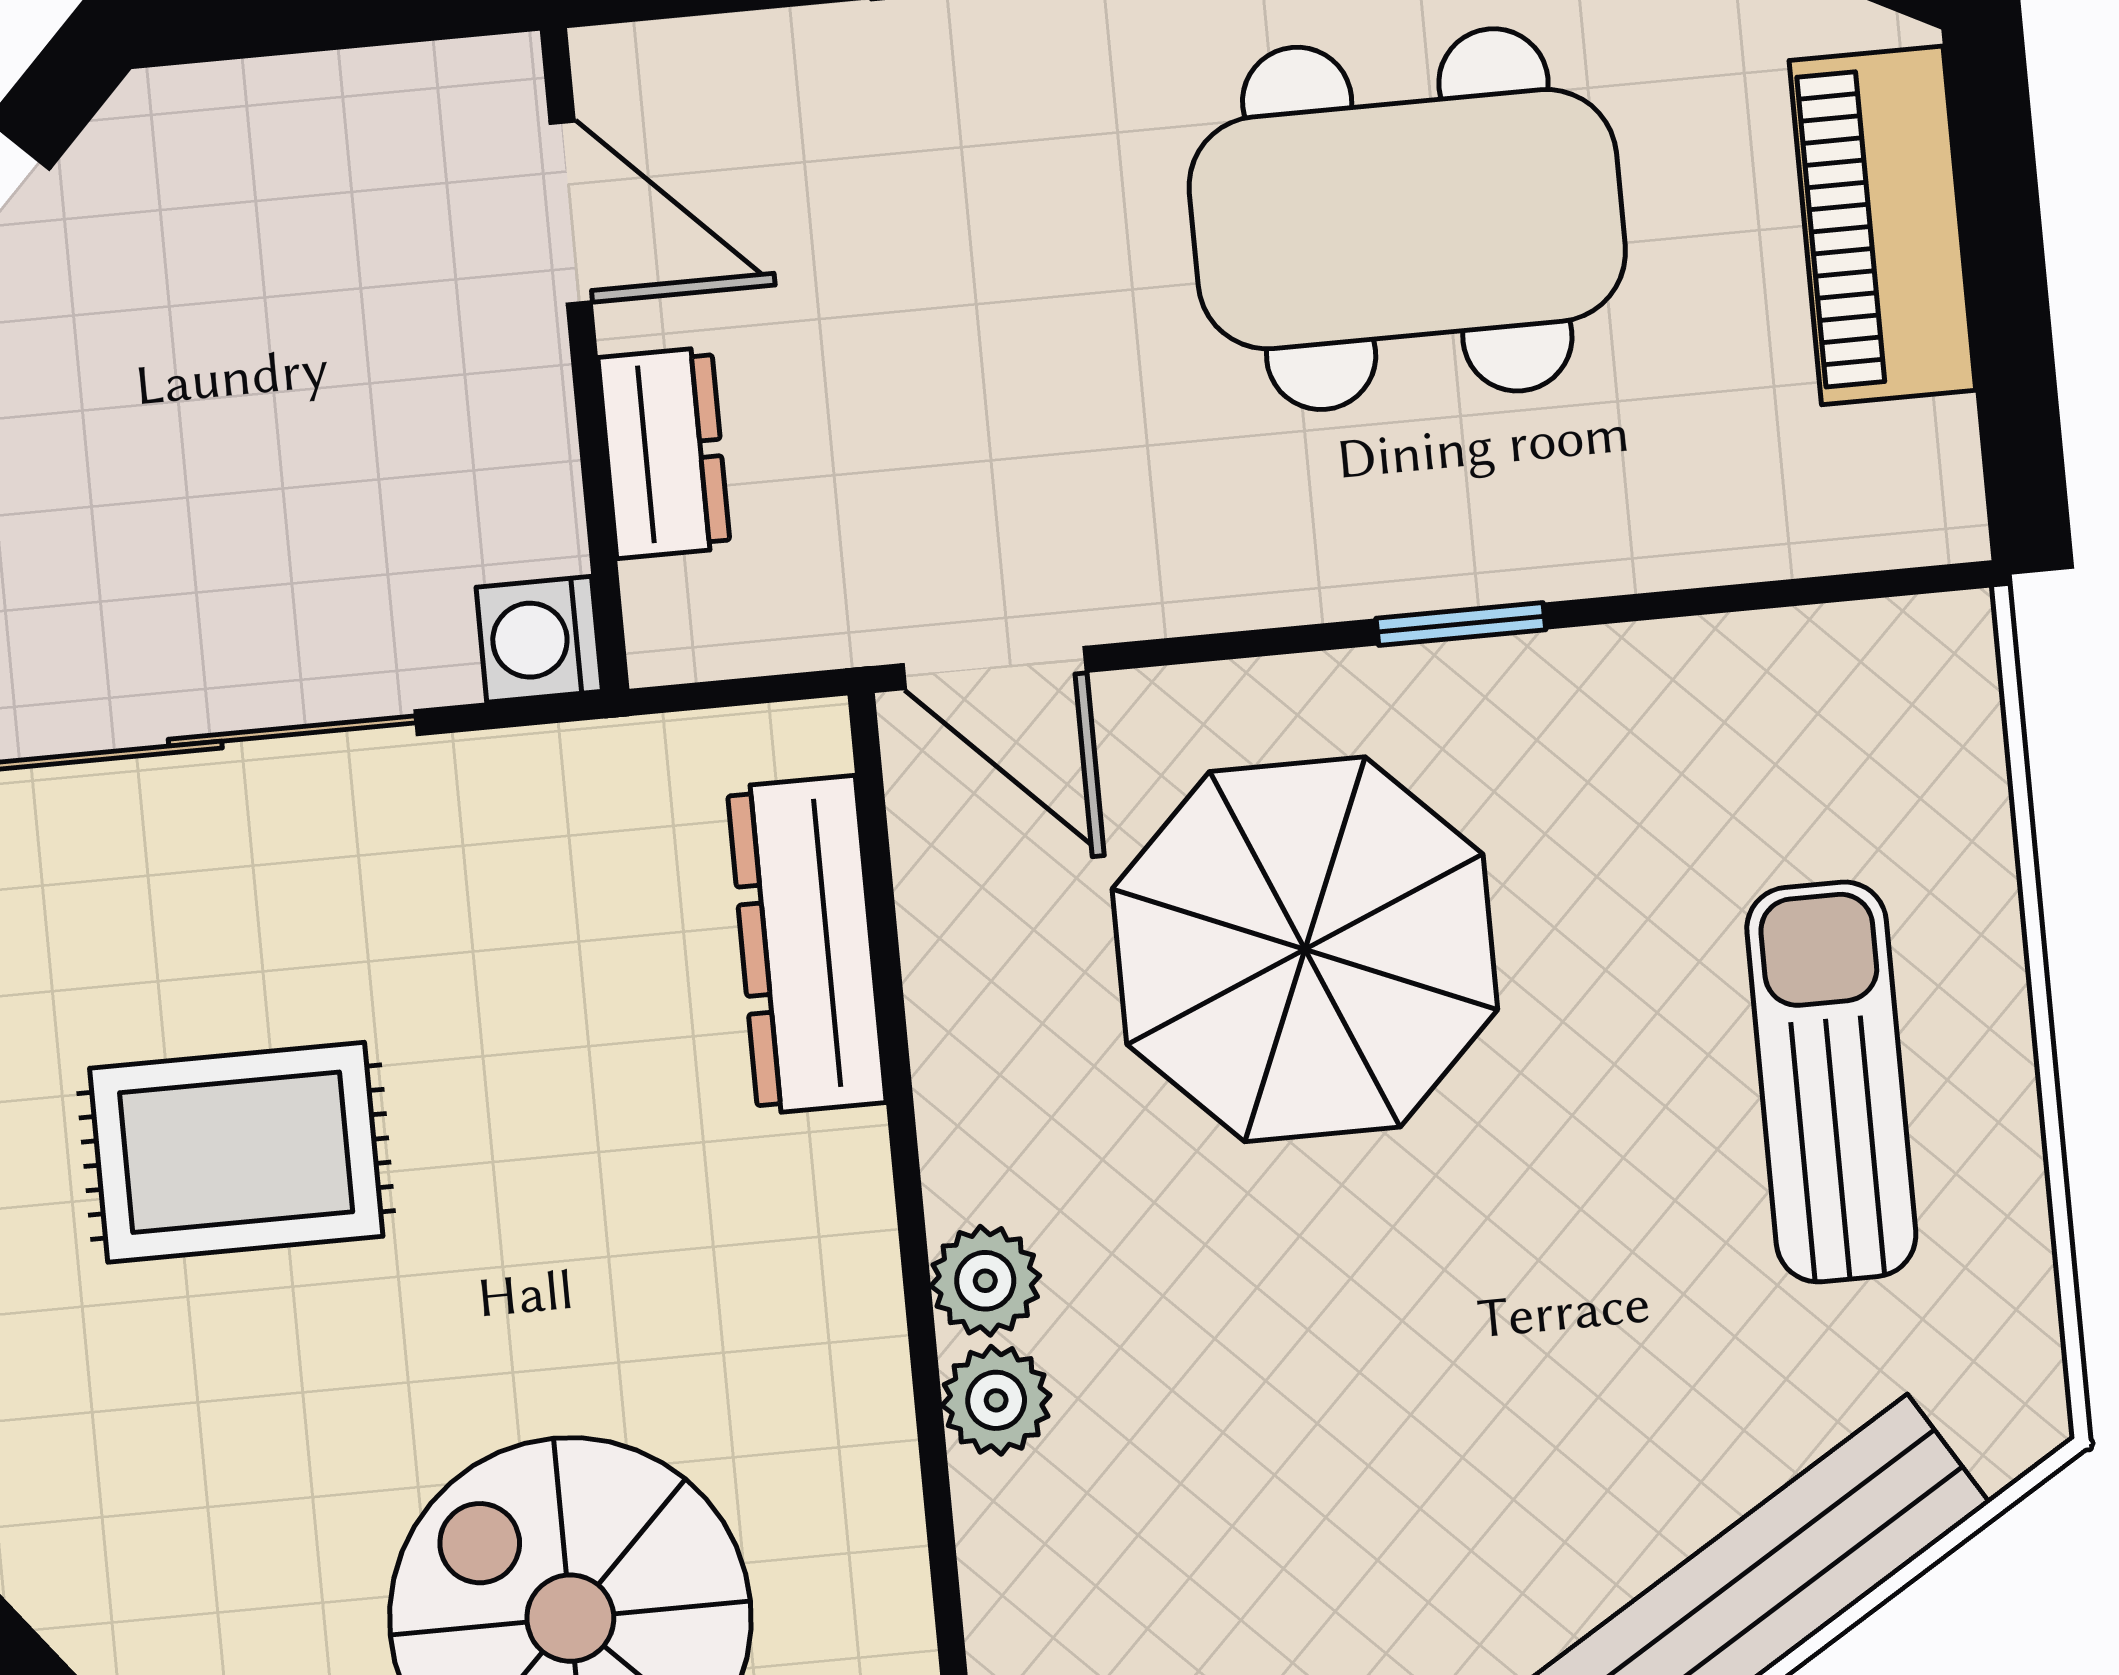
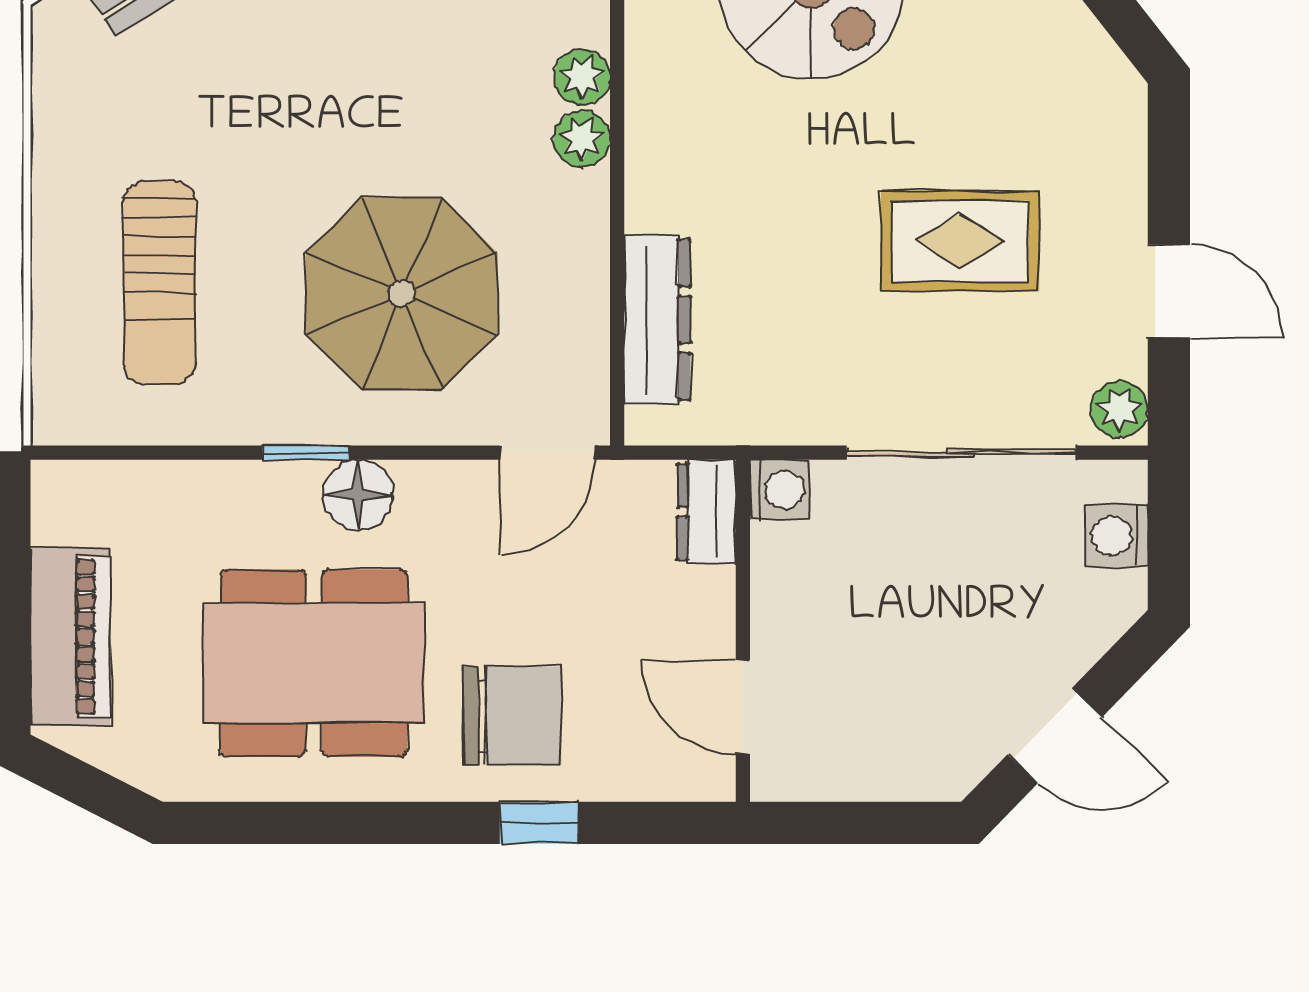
chair: (1015, 153) -> (512, 716), added
dresser: (664, 453) -> (706, 512), moved
floor lamp: (1352, 552) -> (358, 495), added
door: (995, 668) -> (547, 453), swing flipped
sun lounger: (1831, 1082) -> (160, 283), moved

